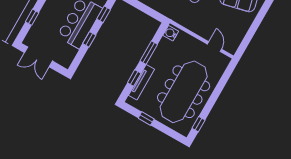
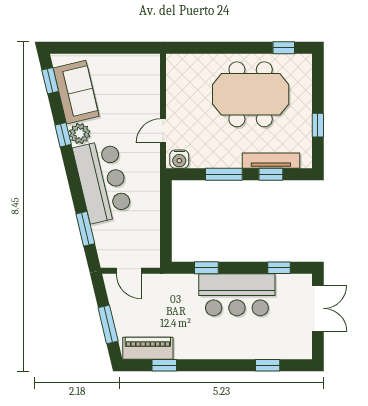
window: (89, 39) -> (279, 268), moved
door: (214, 47) -> (163, 131), moved
double door: (38, 57) -> (318, 308), moved
meeting table: (184, 92) -> (251, 94), width x0.73

